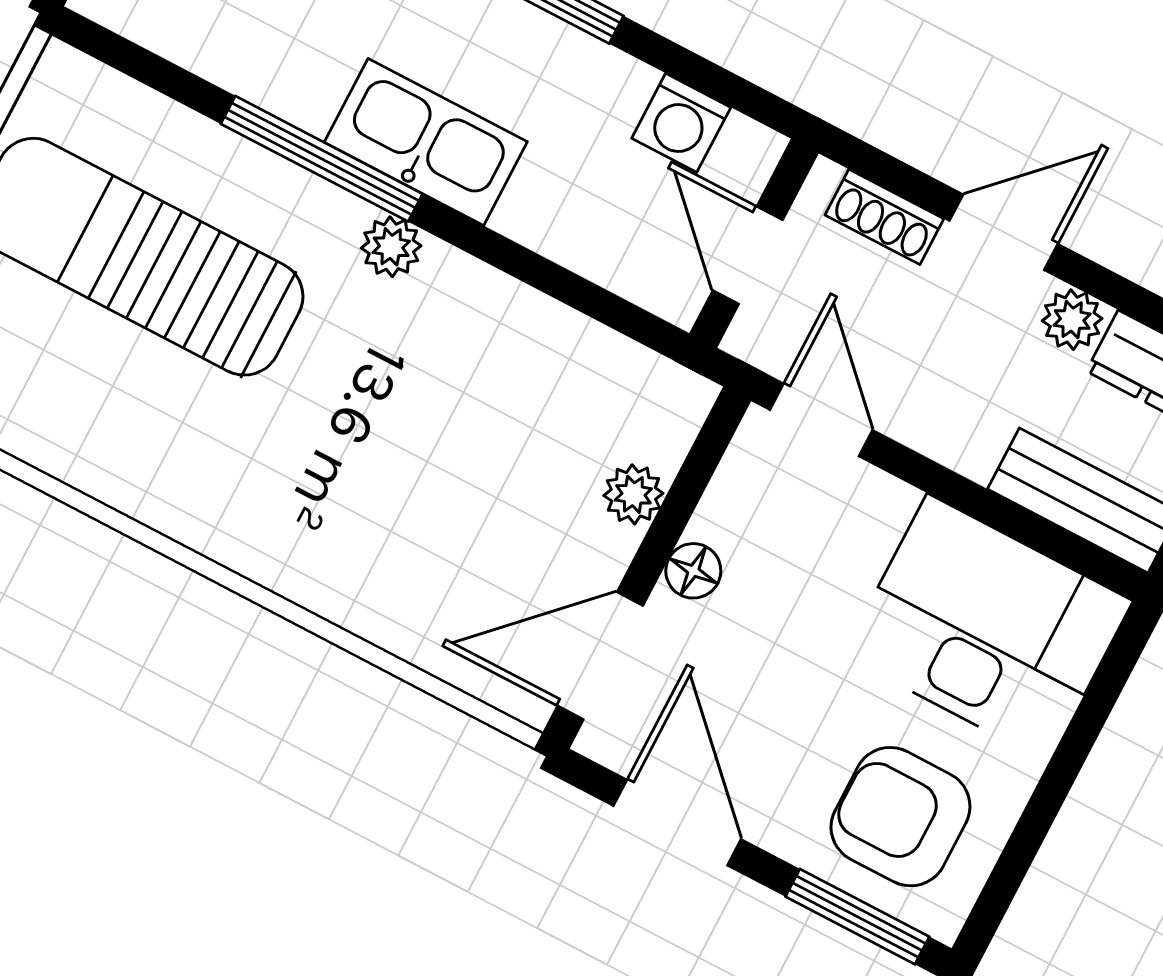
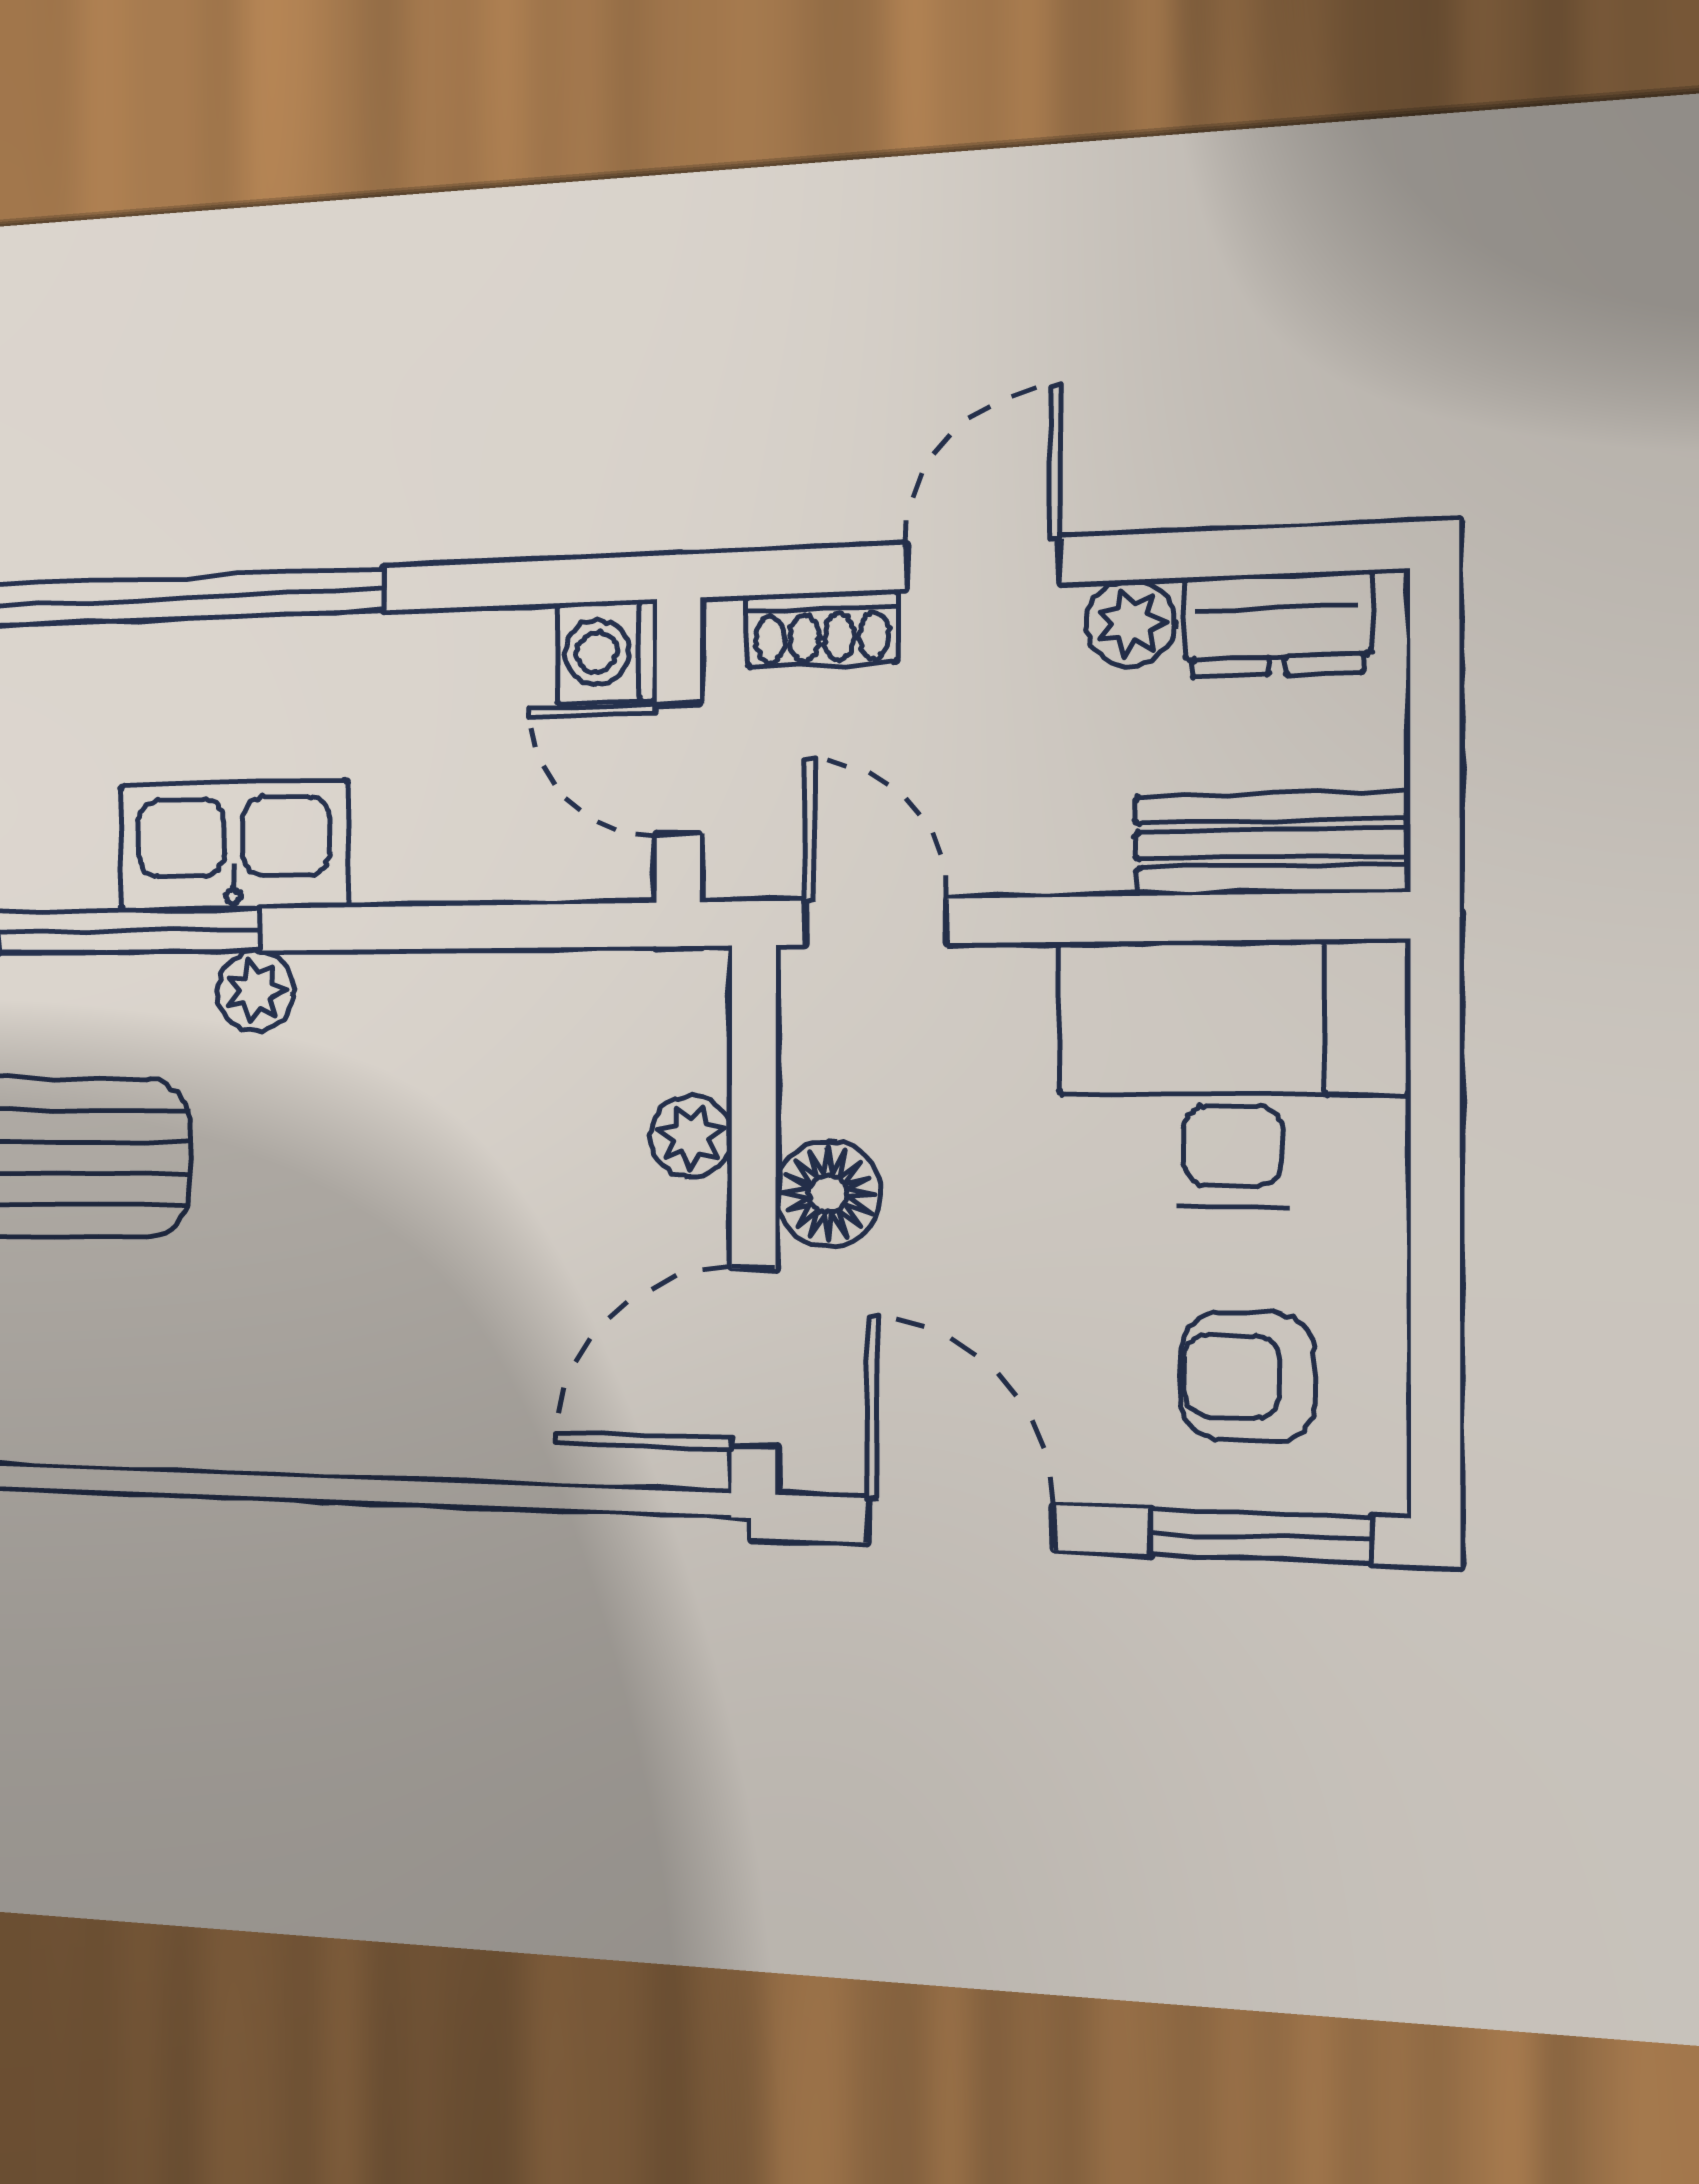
washing machine: (681, 123) -> (607, 652), moved, turned 90
floor lamp: (693, 571) -> (828, 1194), width x1.37, depth x1.37
armchair: (900, 817) -> (1248, 1377), width x0.72, depth x0.72

